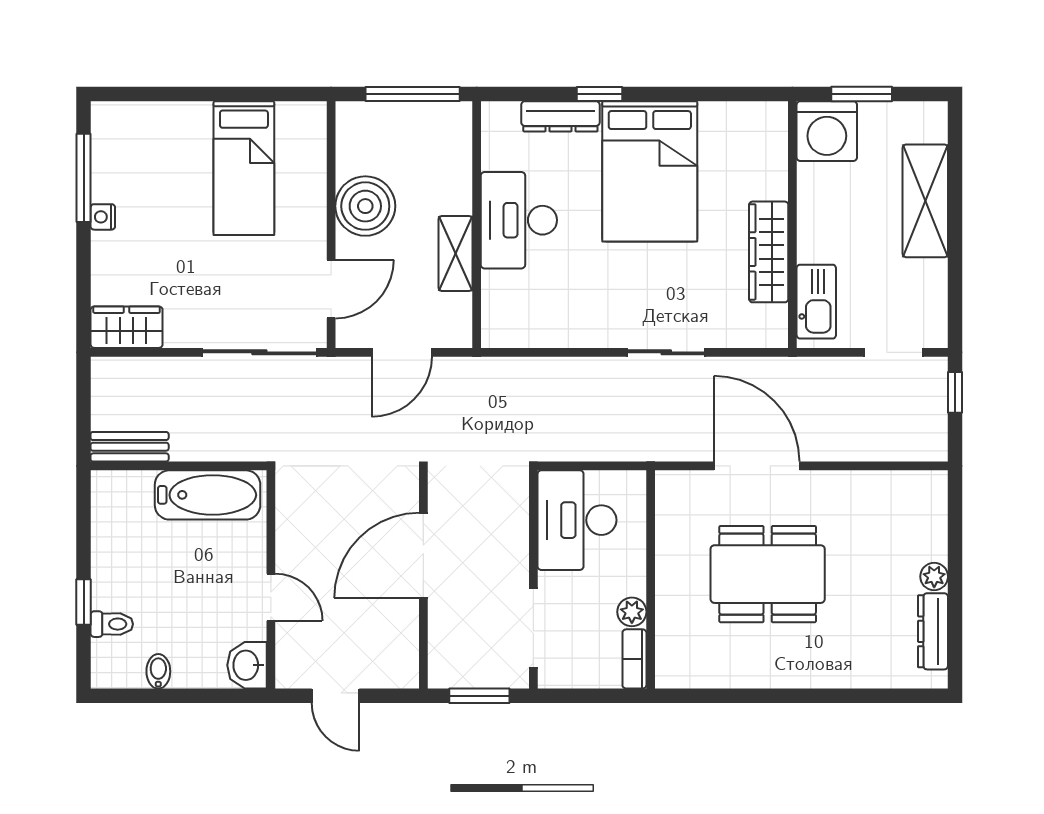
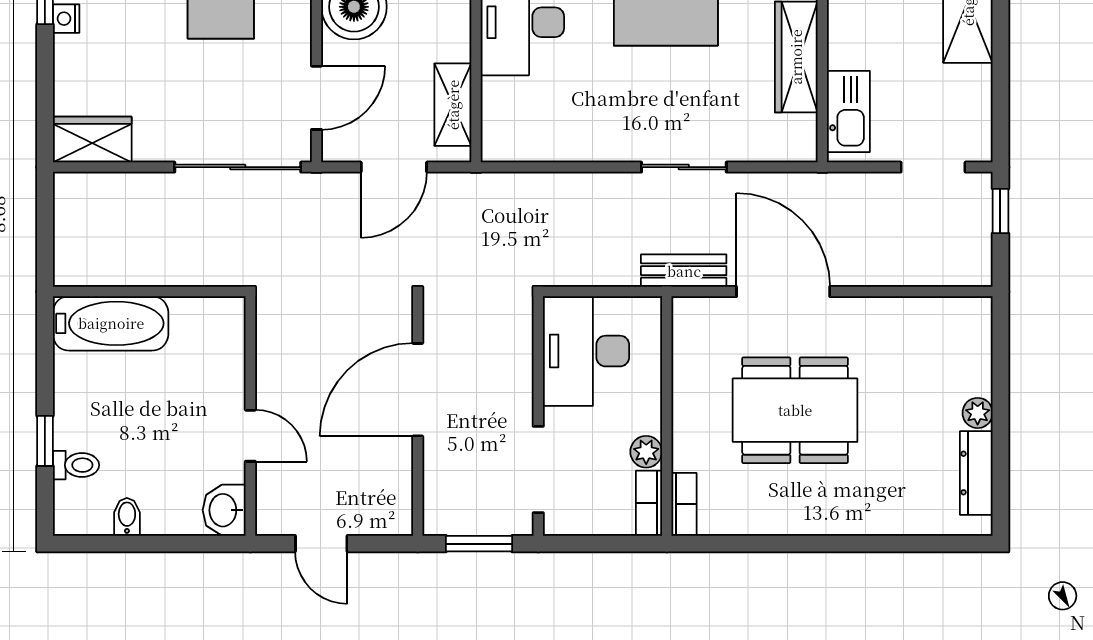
shelving: (456, 253) -> (453, 105), moved
bench: (130, 447) -> (684, 271), moved
bathtub: (208, 495) -> (111, 323), moved
bookcase: (666, 660) -> (684, 504), added

